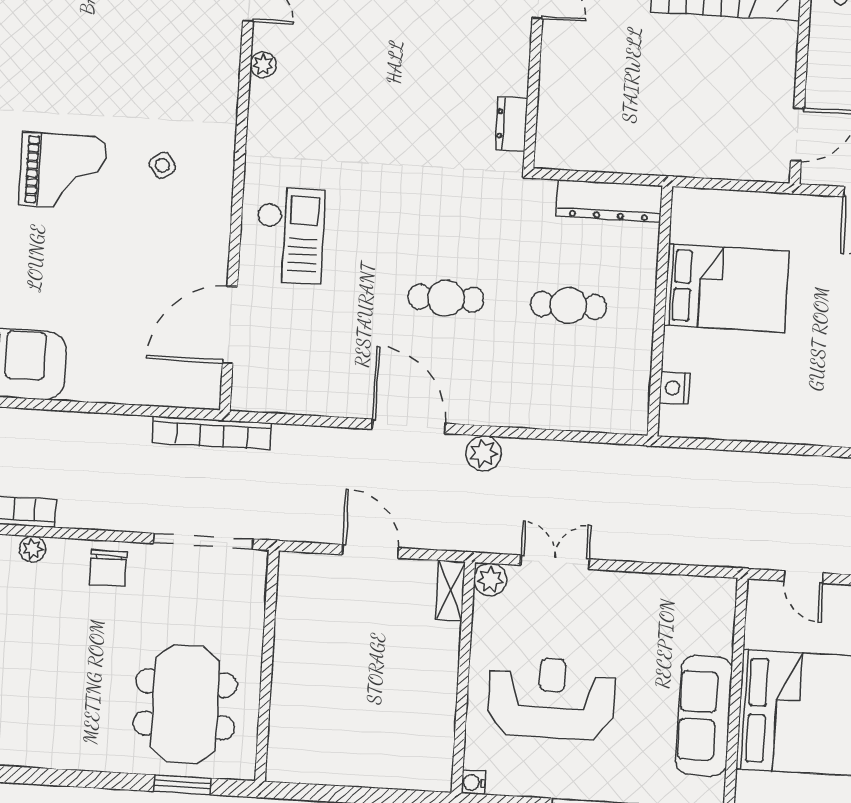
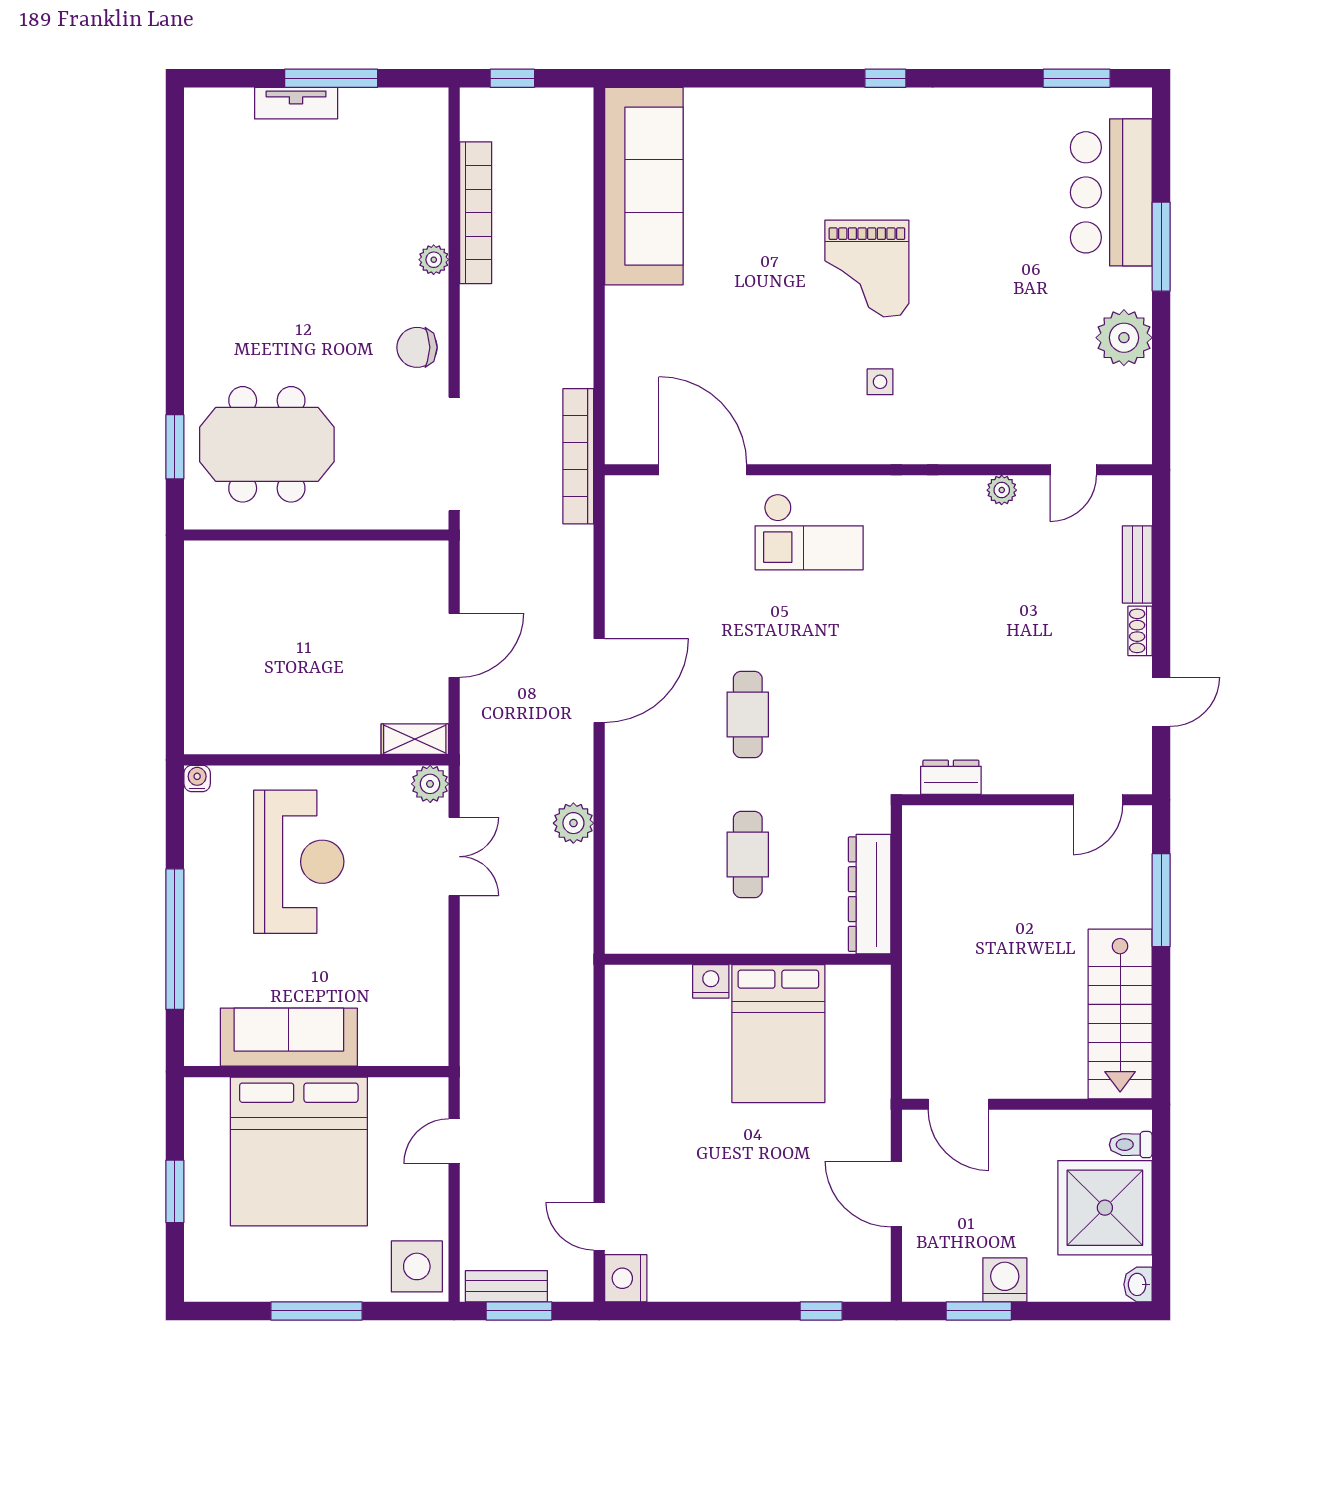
side table: (162, 165) -> (880, 382), turned 35
nightstand: (675, 388) -> (711, 981), moved
plant: (483, 453) -> (573, 823), moved

